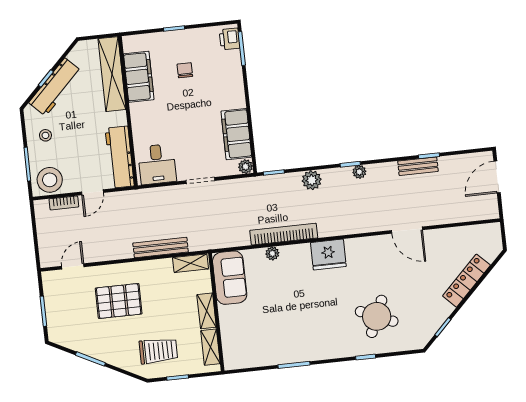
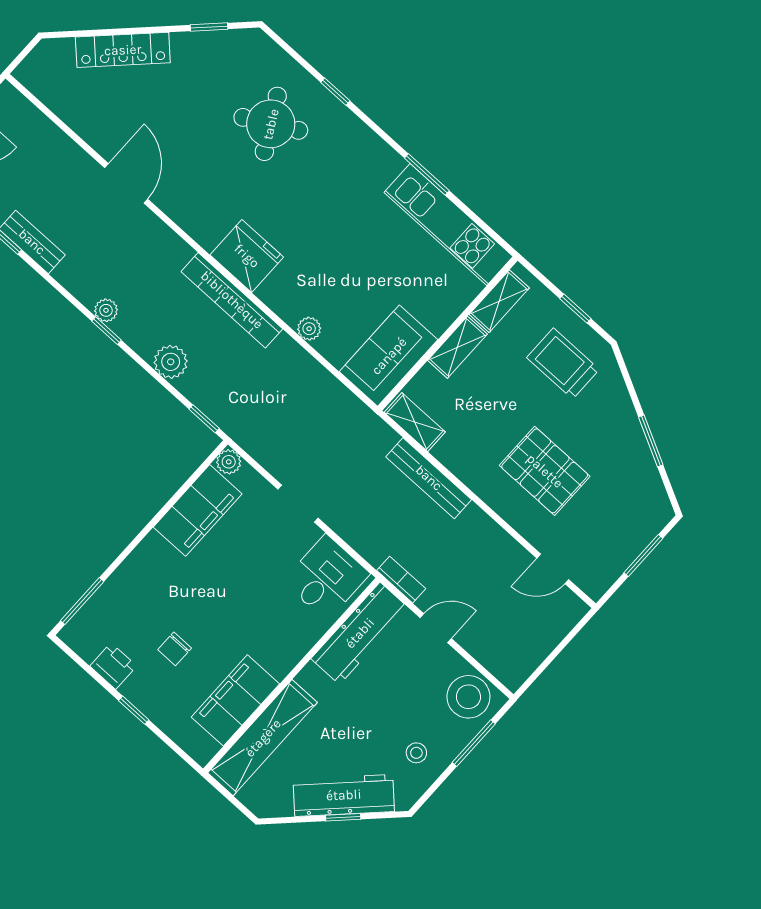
printer: (230, 39) -> (113, 666), moved, turned -90
bookcase: (64, 203) -> (401, 580), moved
bookcase: (284, 234) -> (232, 300), moved
round table: (377, 316) -> (271, 124), turned 38
kitchen unit: (264, 355) -> (448, 224), added

